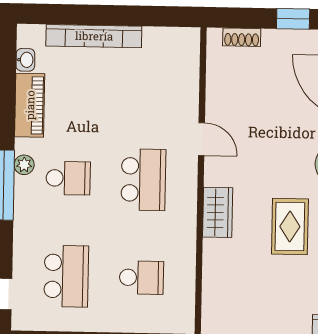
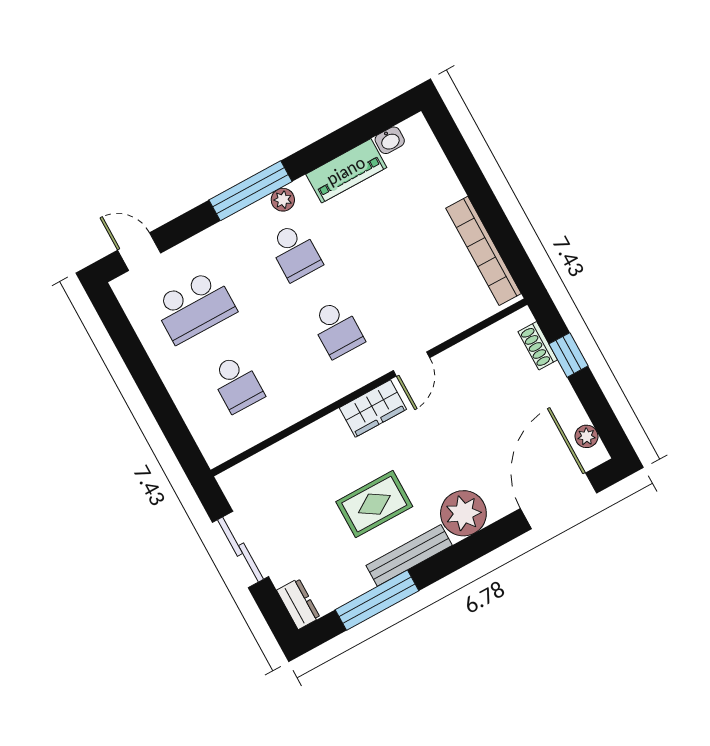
window: (293, 19) -> (568, 355), moved
bookcase: (94, 36) -> (484, 251), moved
school desk: (143, 180) -> (337, 329), width x0.54
wardrobe: (218, 212) -> (373, 409), moved

